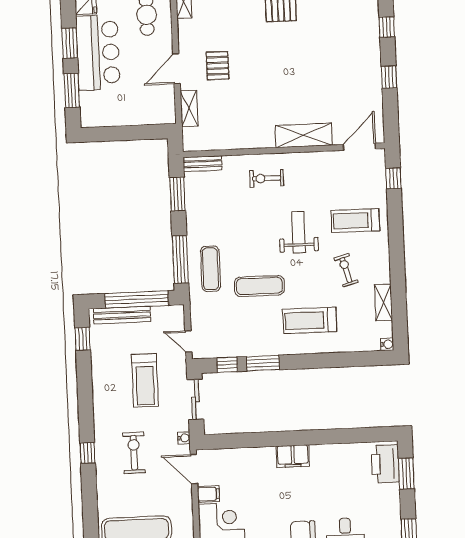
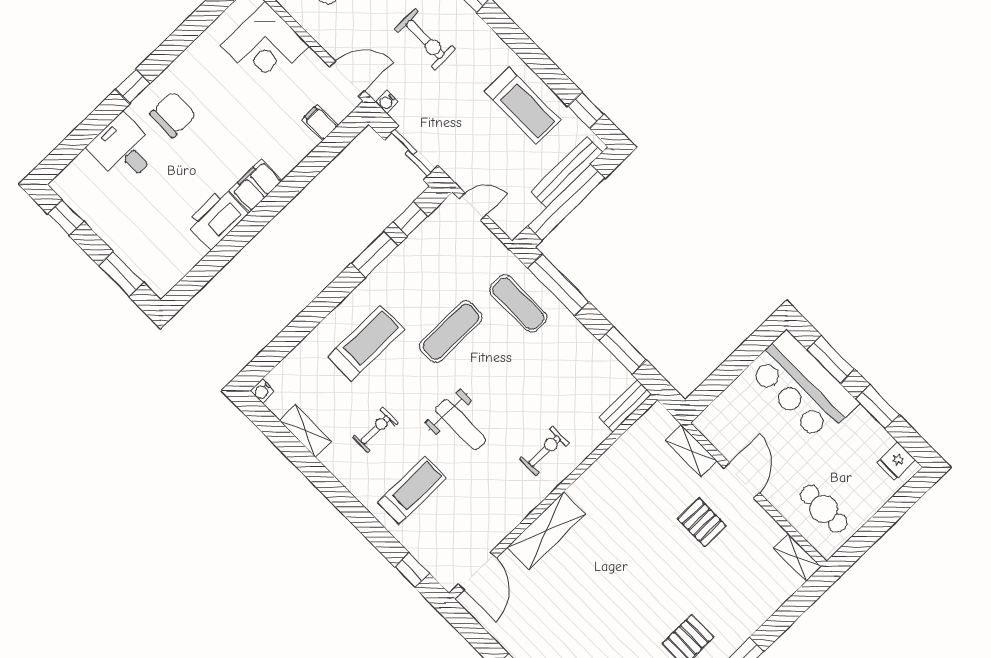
bar counter: (98, 53) -> (802, 386), moved
exercise bike: (346, 270) -> (375, 430), turned -74
treadmill: (145, 380) -> (523, 106), moved, turned 180
printer: (385, 464) -> (217, 218), moved, turned -90
filing cabinet: (208, 494) -> (320, 123), moved, turned 90

